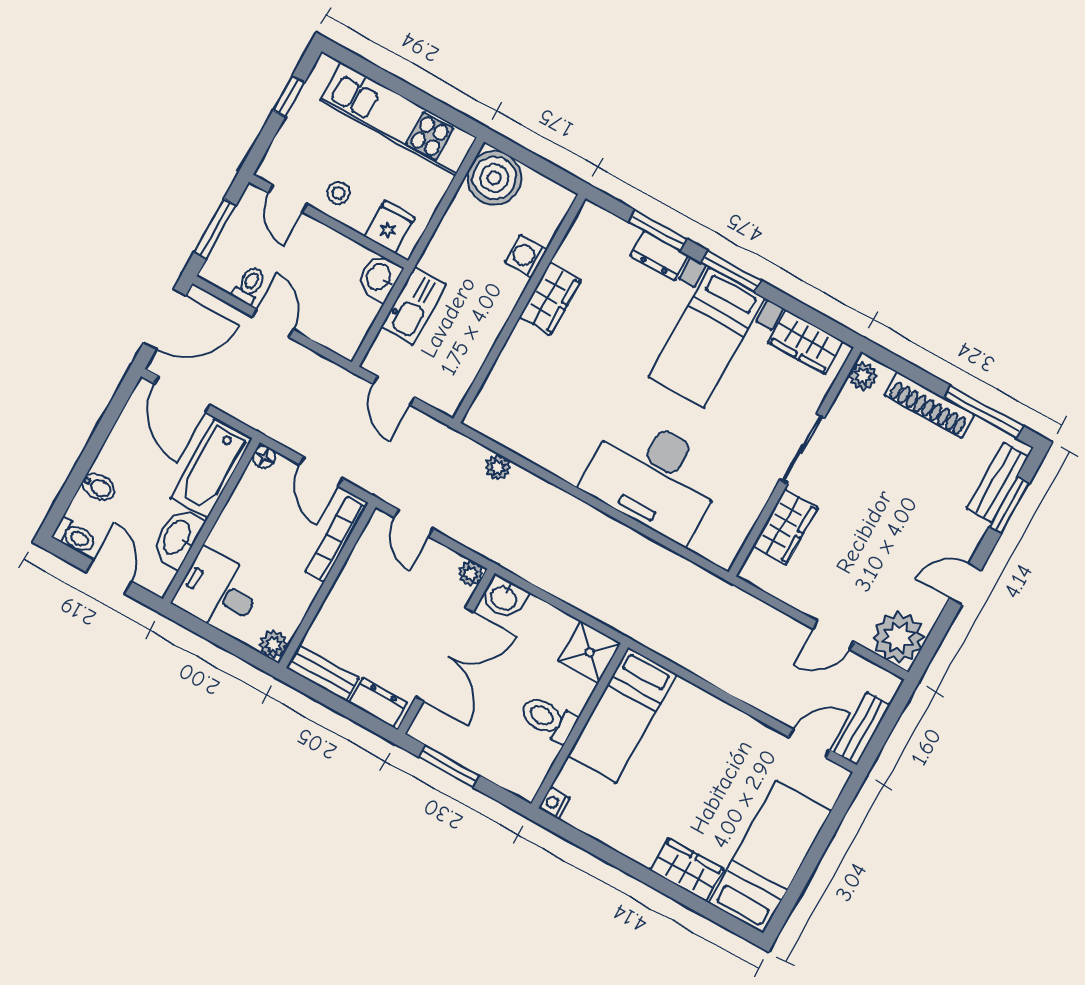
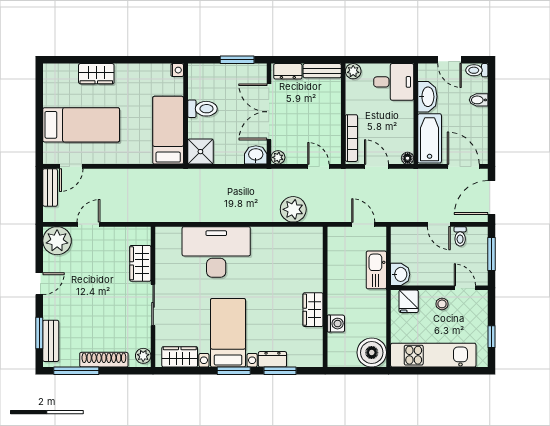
plant: (498, 467) -> (293, 209), width x1.88, depth x1.88
bed: (770, 857) -> (81, 125), moved, turned -90

